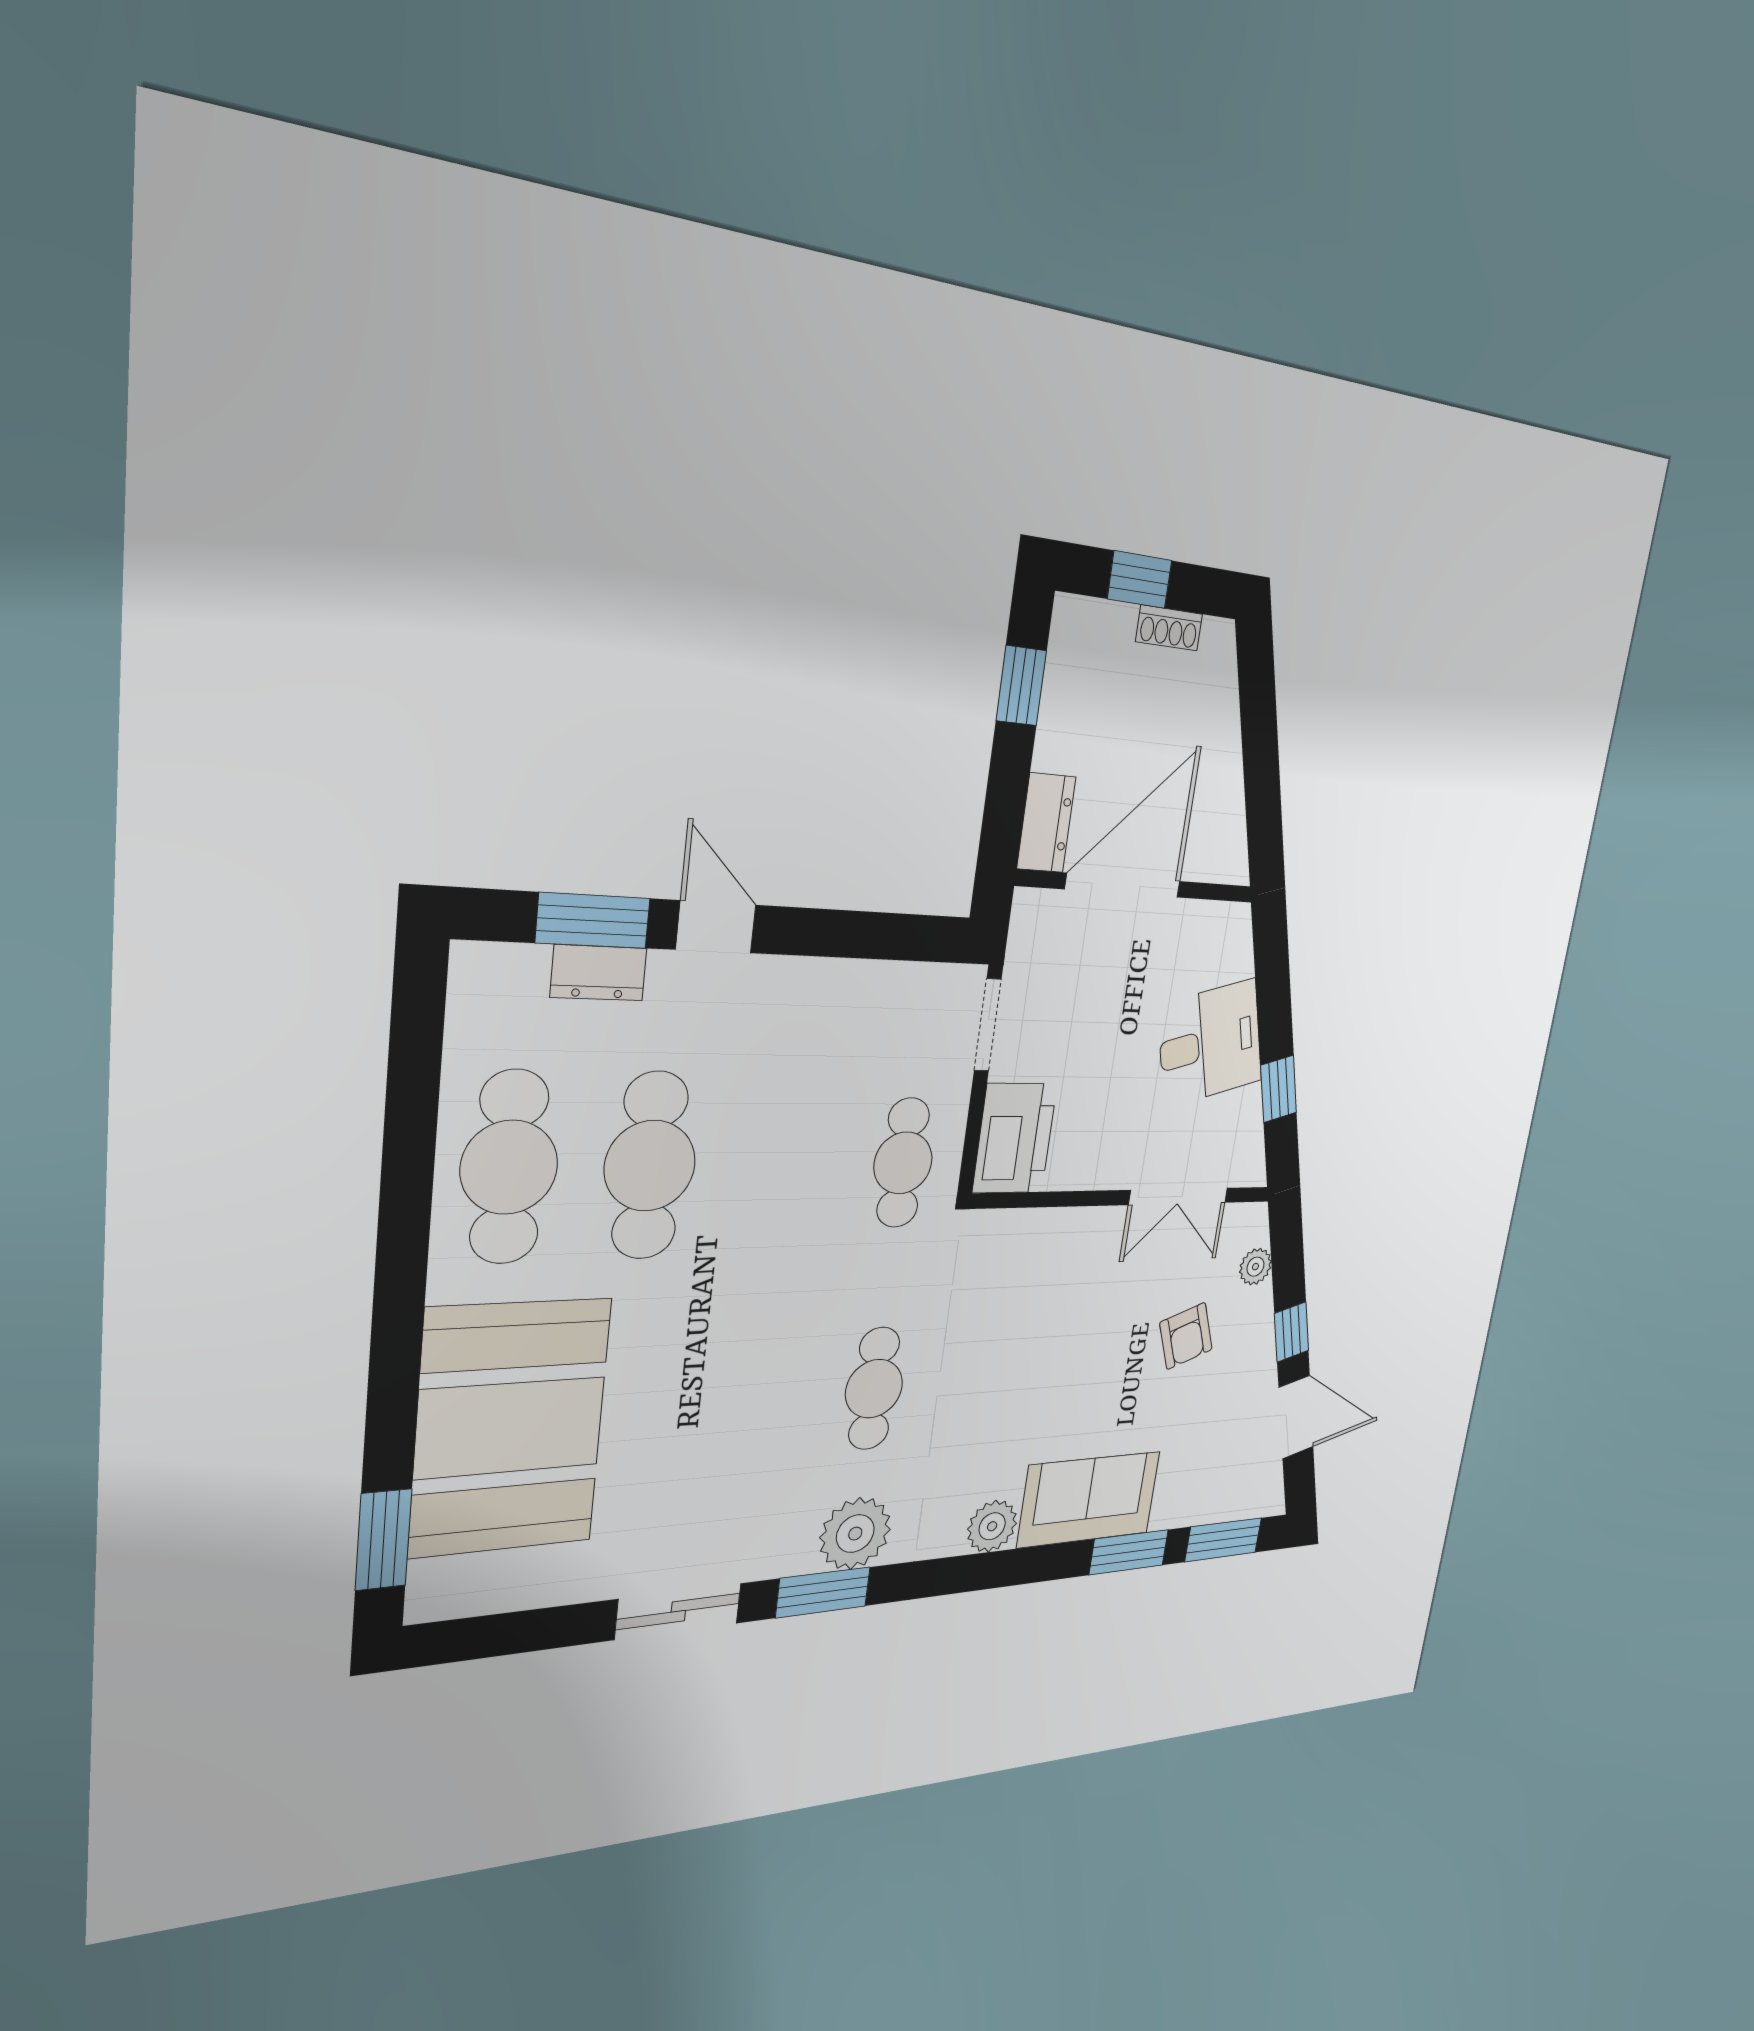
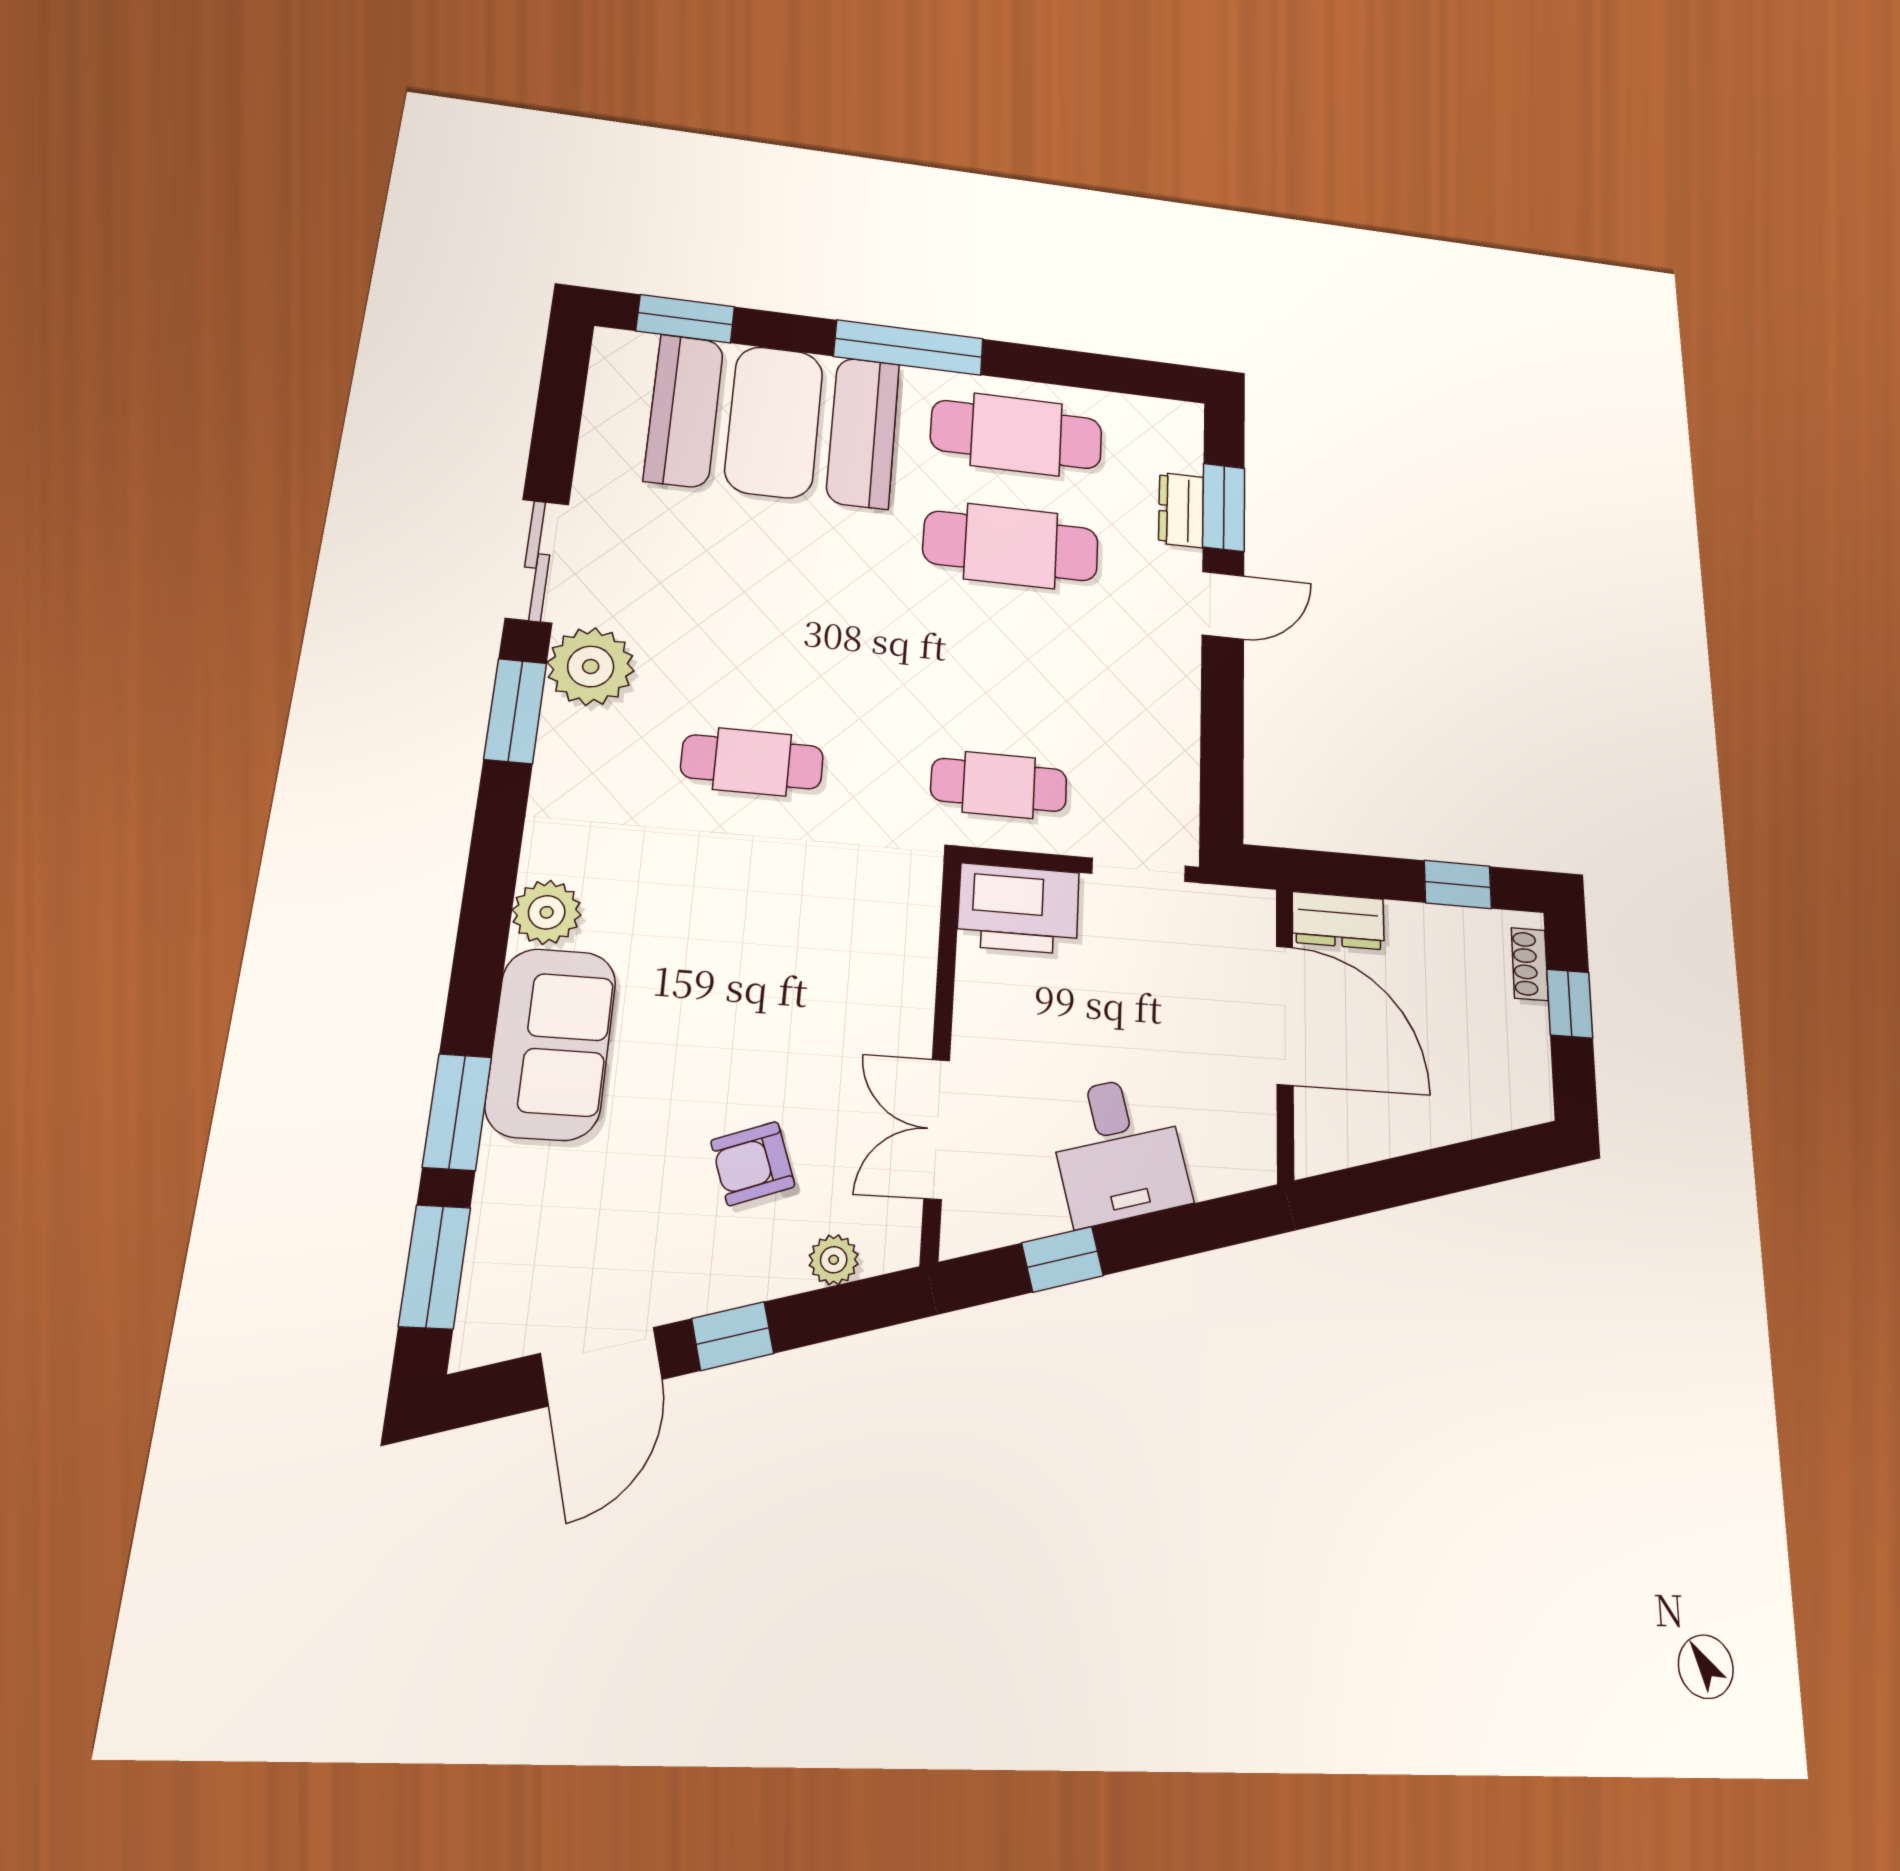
shoe rack: (1169, 628) -> (1530, 964), moved
window: (399, 1298) -> (909, 348), added
plant: (855, 1534) -> (591, 666), moved

